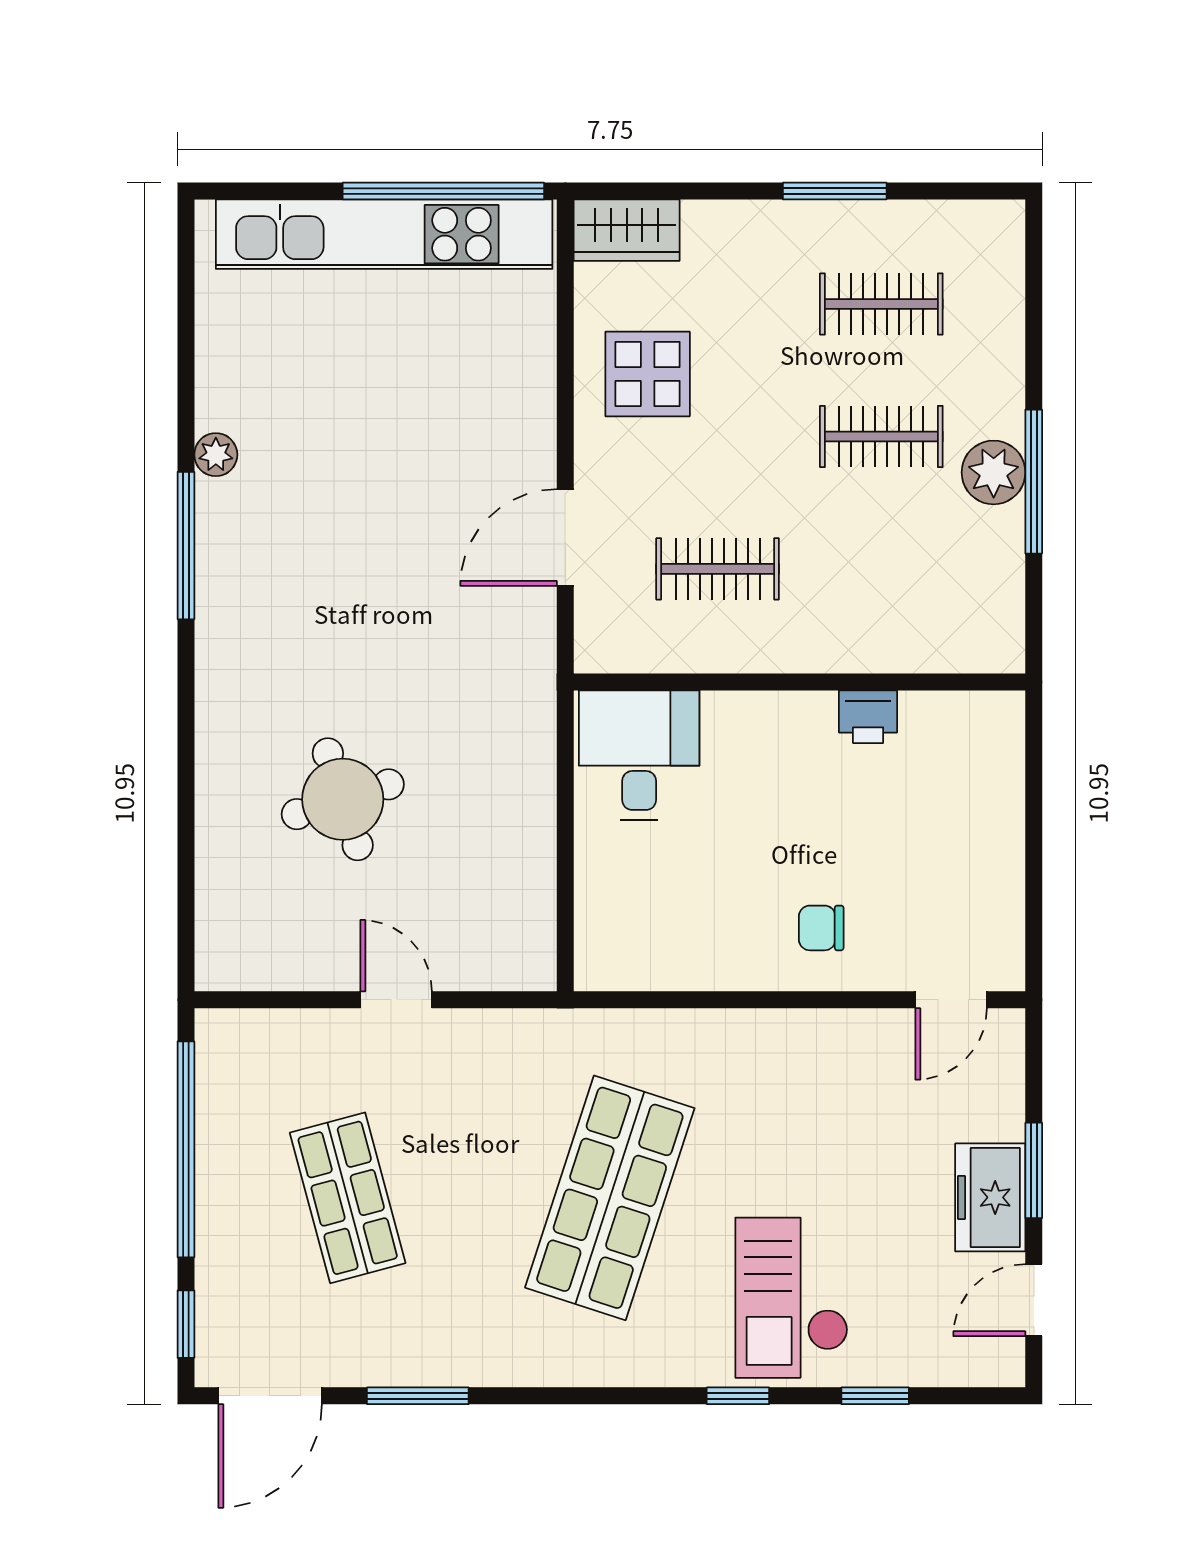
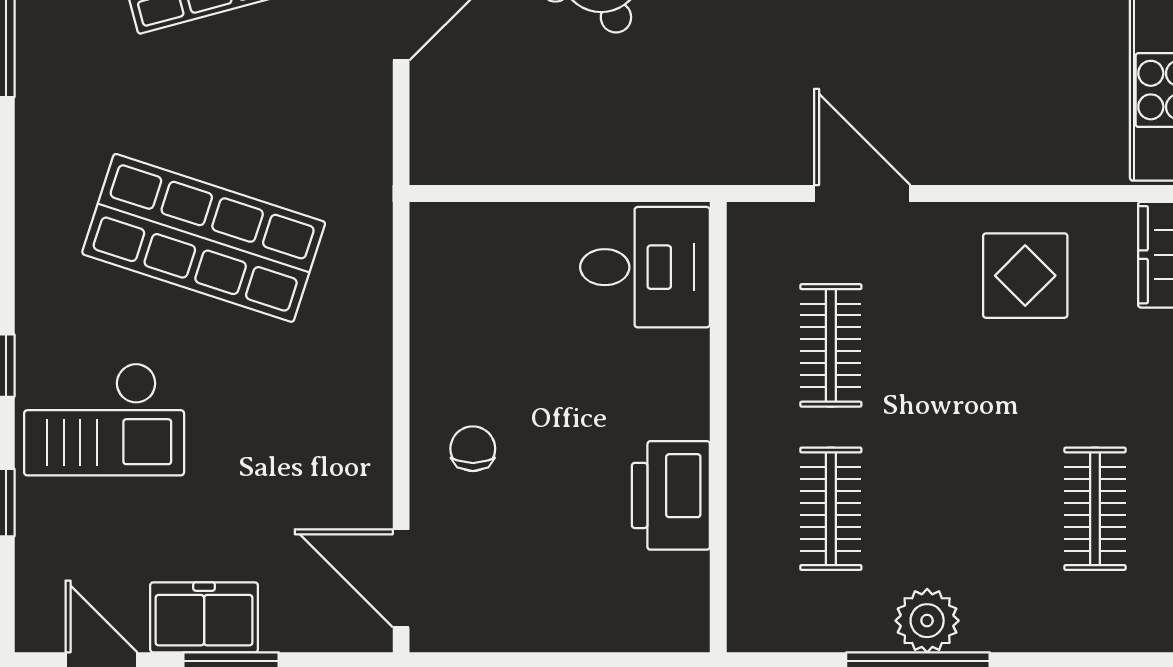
clothes rail: (881, 436) -> (831, 509), moved
printer: (868, 717) -> (671, 495), width x1.87, depth x1.48
door: (951, 1000) -> (401, 578), width x1.38
checkout: (792, 1298) -> (104, 419), turned 180

